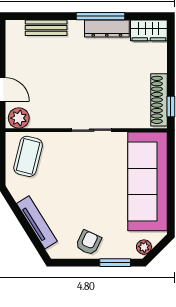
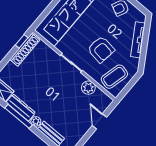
plant: (76, 27) -> (36, 121), added
plant: (19, 118) -> (88, 88), moved
armchair: (70, 175) -> (101, 49), added

